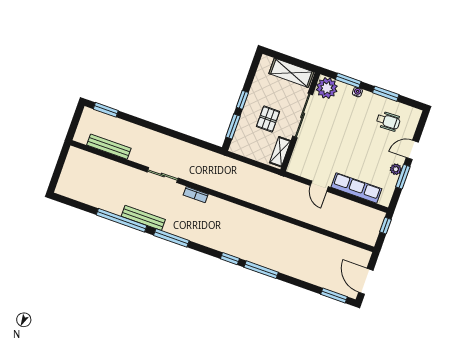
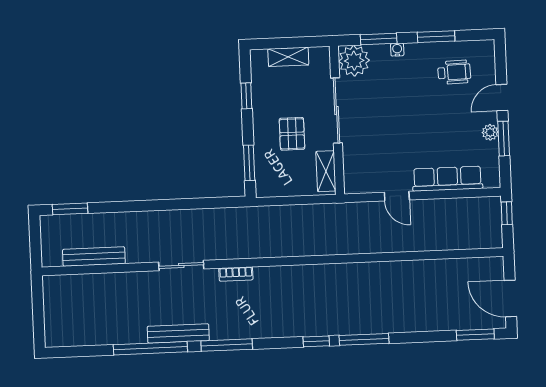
shelving: (291, 73) -> (288, 57), width x0.67, depth x0.75
window: (242, 100) -> (246, 96), moved

